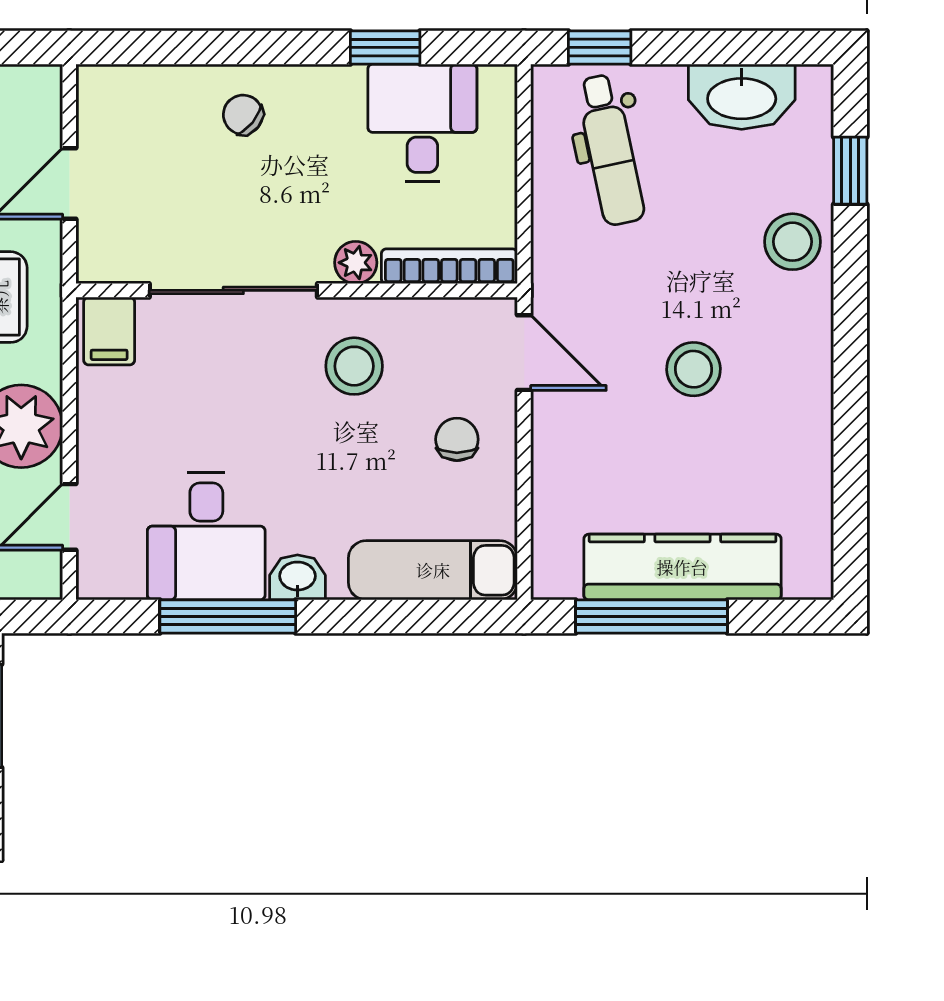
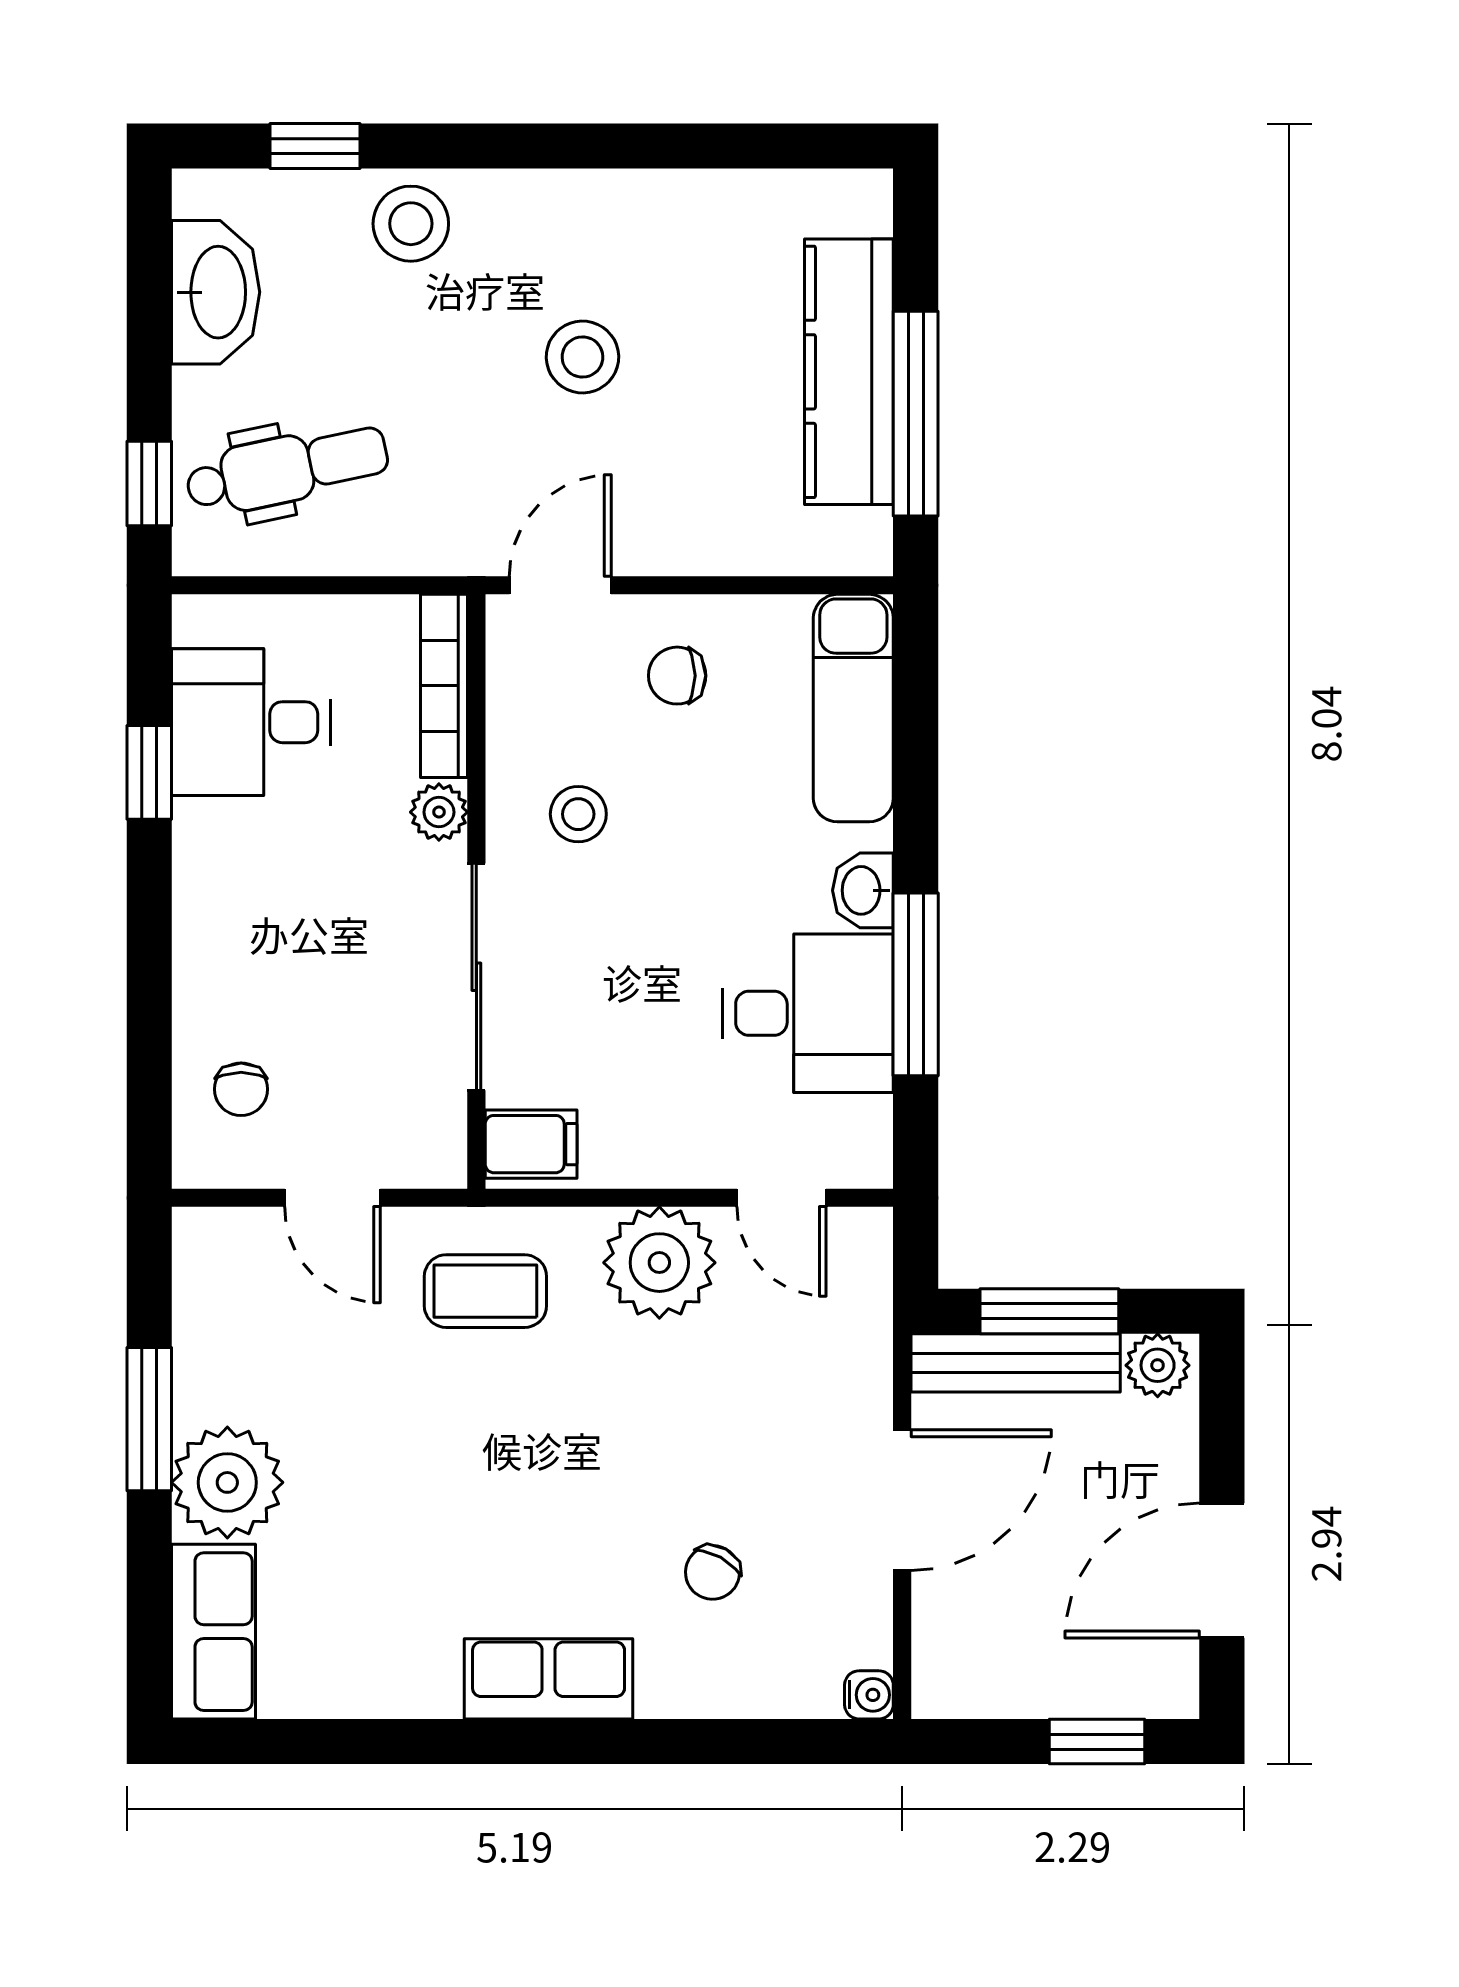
chair: (243, 115) -> (241, 1089), moved, turned -39
stool: (354, 366) -> (578, 814), width x0.73, depth x0.73

